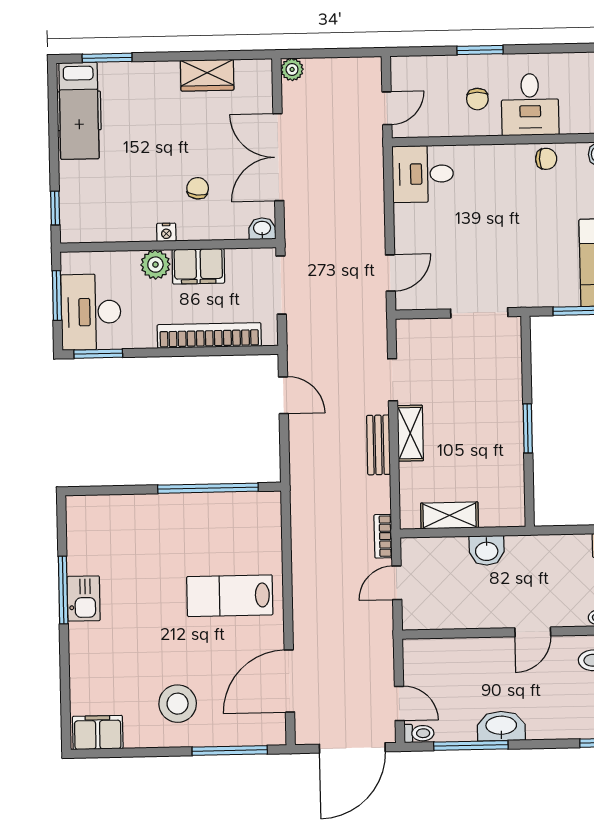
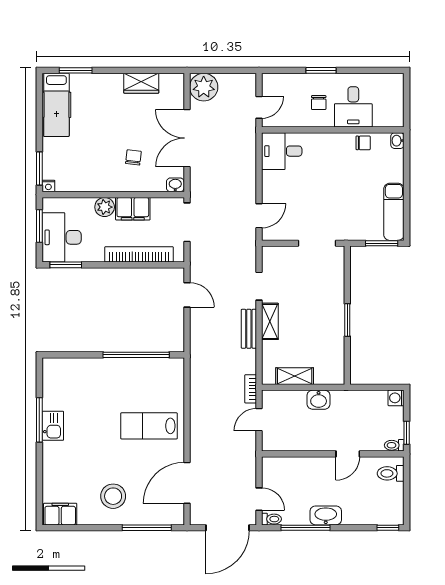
plant: (292, 69) -> (204, 87), width x1.88, depth x1.88
window: (55, 208) -> (39, 168), width x1.50
nightstand: (166, 232) -> (48, 186), moved

